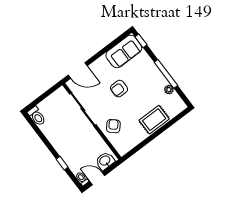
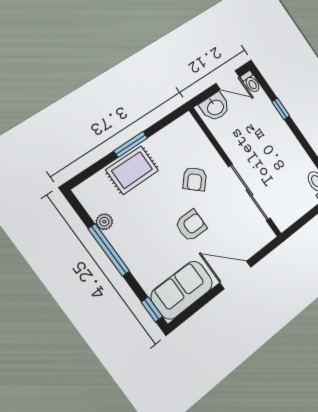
door: (78, 71) -> (235, 275), moved
armchair: (113, 126) -> (195, 179), moved
window: (155, 135) -> (131, 144), added

